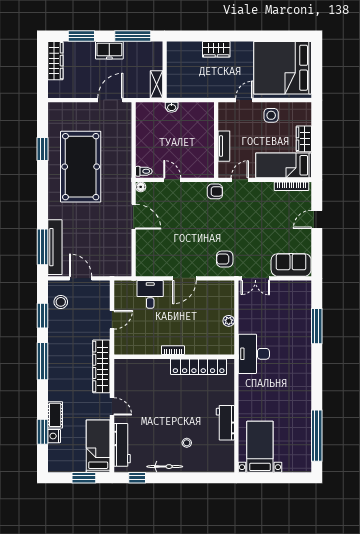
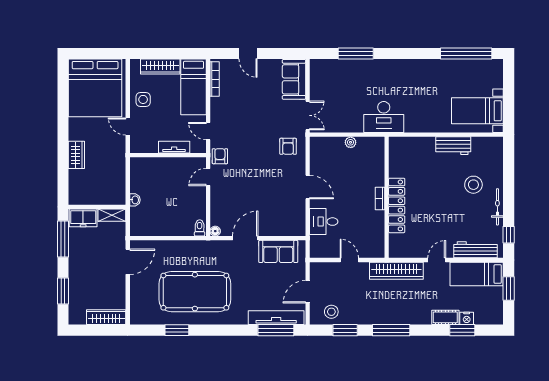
freezer: (109, 50) -> (83, 218), moved, turned 90
wardrobe: (55, 61) -> (106, 317), moved
door: (110, 100) -> (128, 262), swing flipped
wardrobe: (304, 139) -> (160, 67), width x1.50
door: (172, 180) -> (208, 177), moved
sofa: (120, 249) -> (278, 251), added
locker: (199, 367) -> (397, 205), moved
stool: (187, 443) -> (473, 185), width x1.89, depth x1.89

